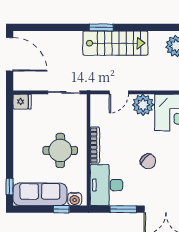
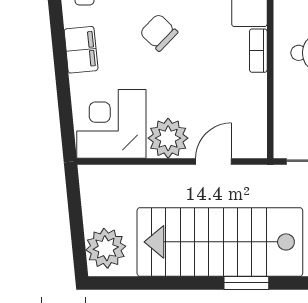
stairs: (115, 43) -> (220, 242), width x1.36, depth x1.51
bookcase: (95, 145) -> (258, 51), width x0.64

